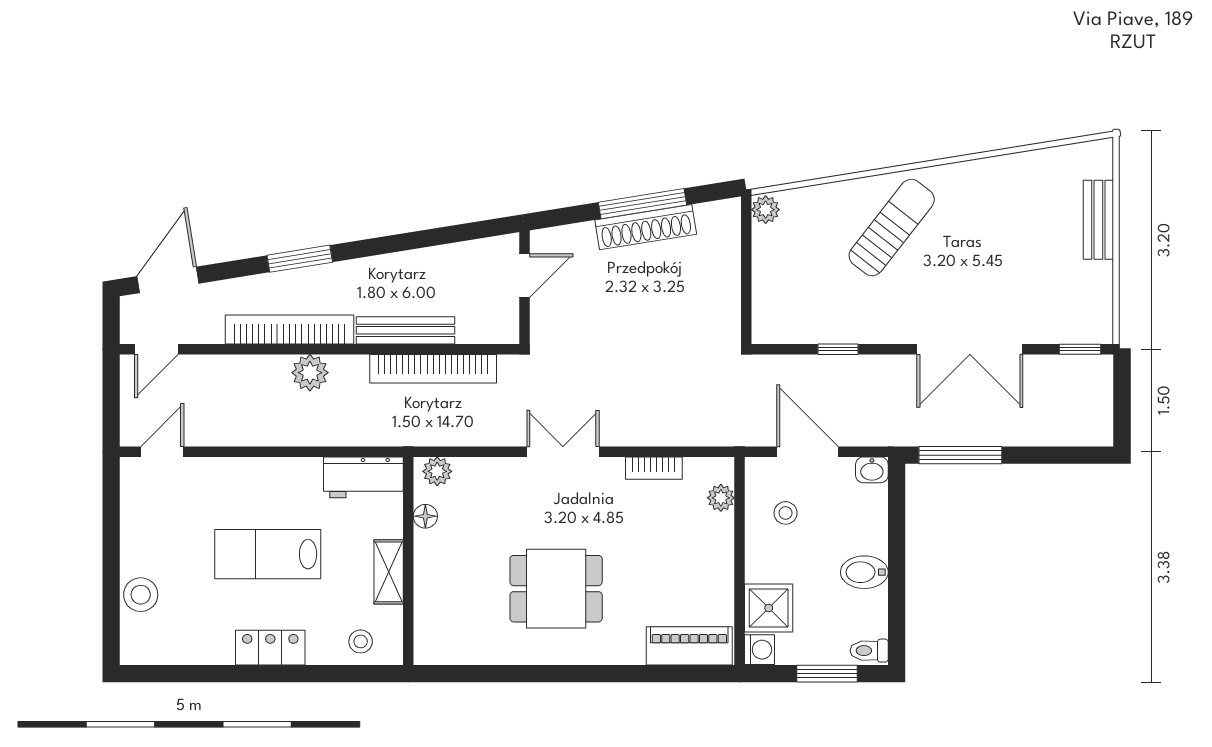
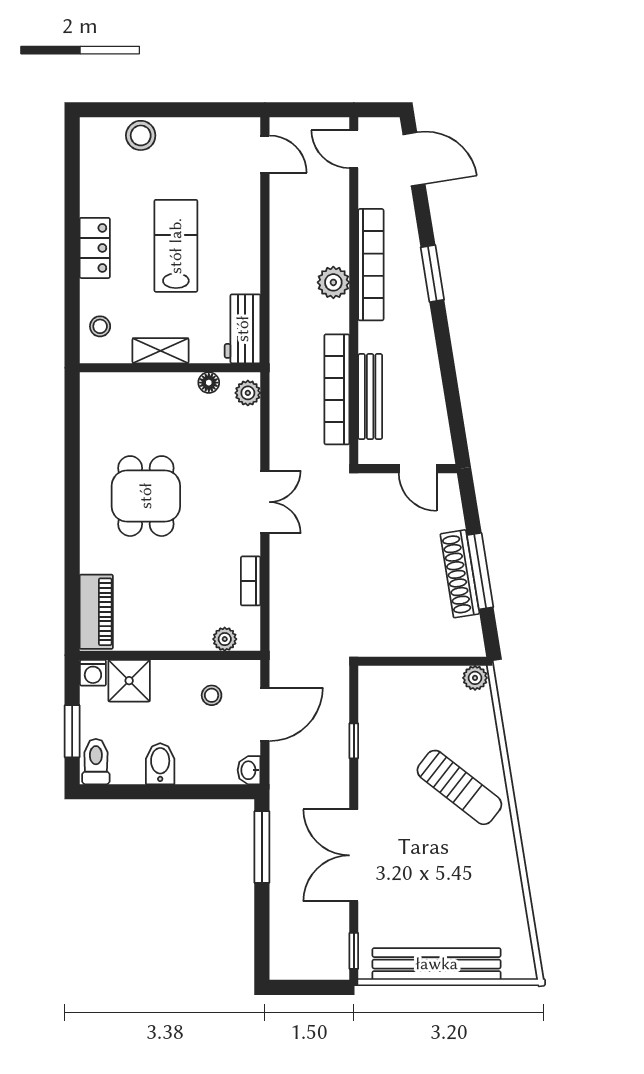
bench: (1098, 220) -> (437, 964), width x1.86, depth x1.21
bench: (405, 330) -> (370, 397), moved
toilet: (869, 651) -> (96, 762), width x1.37, depth x1.39

